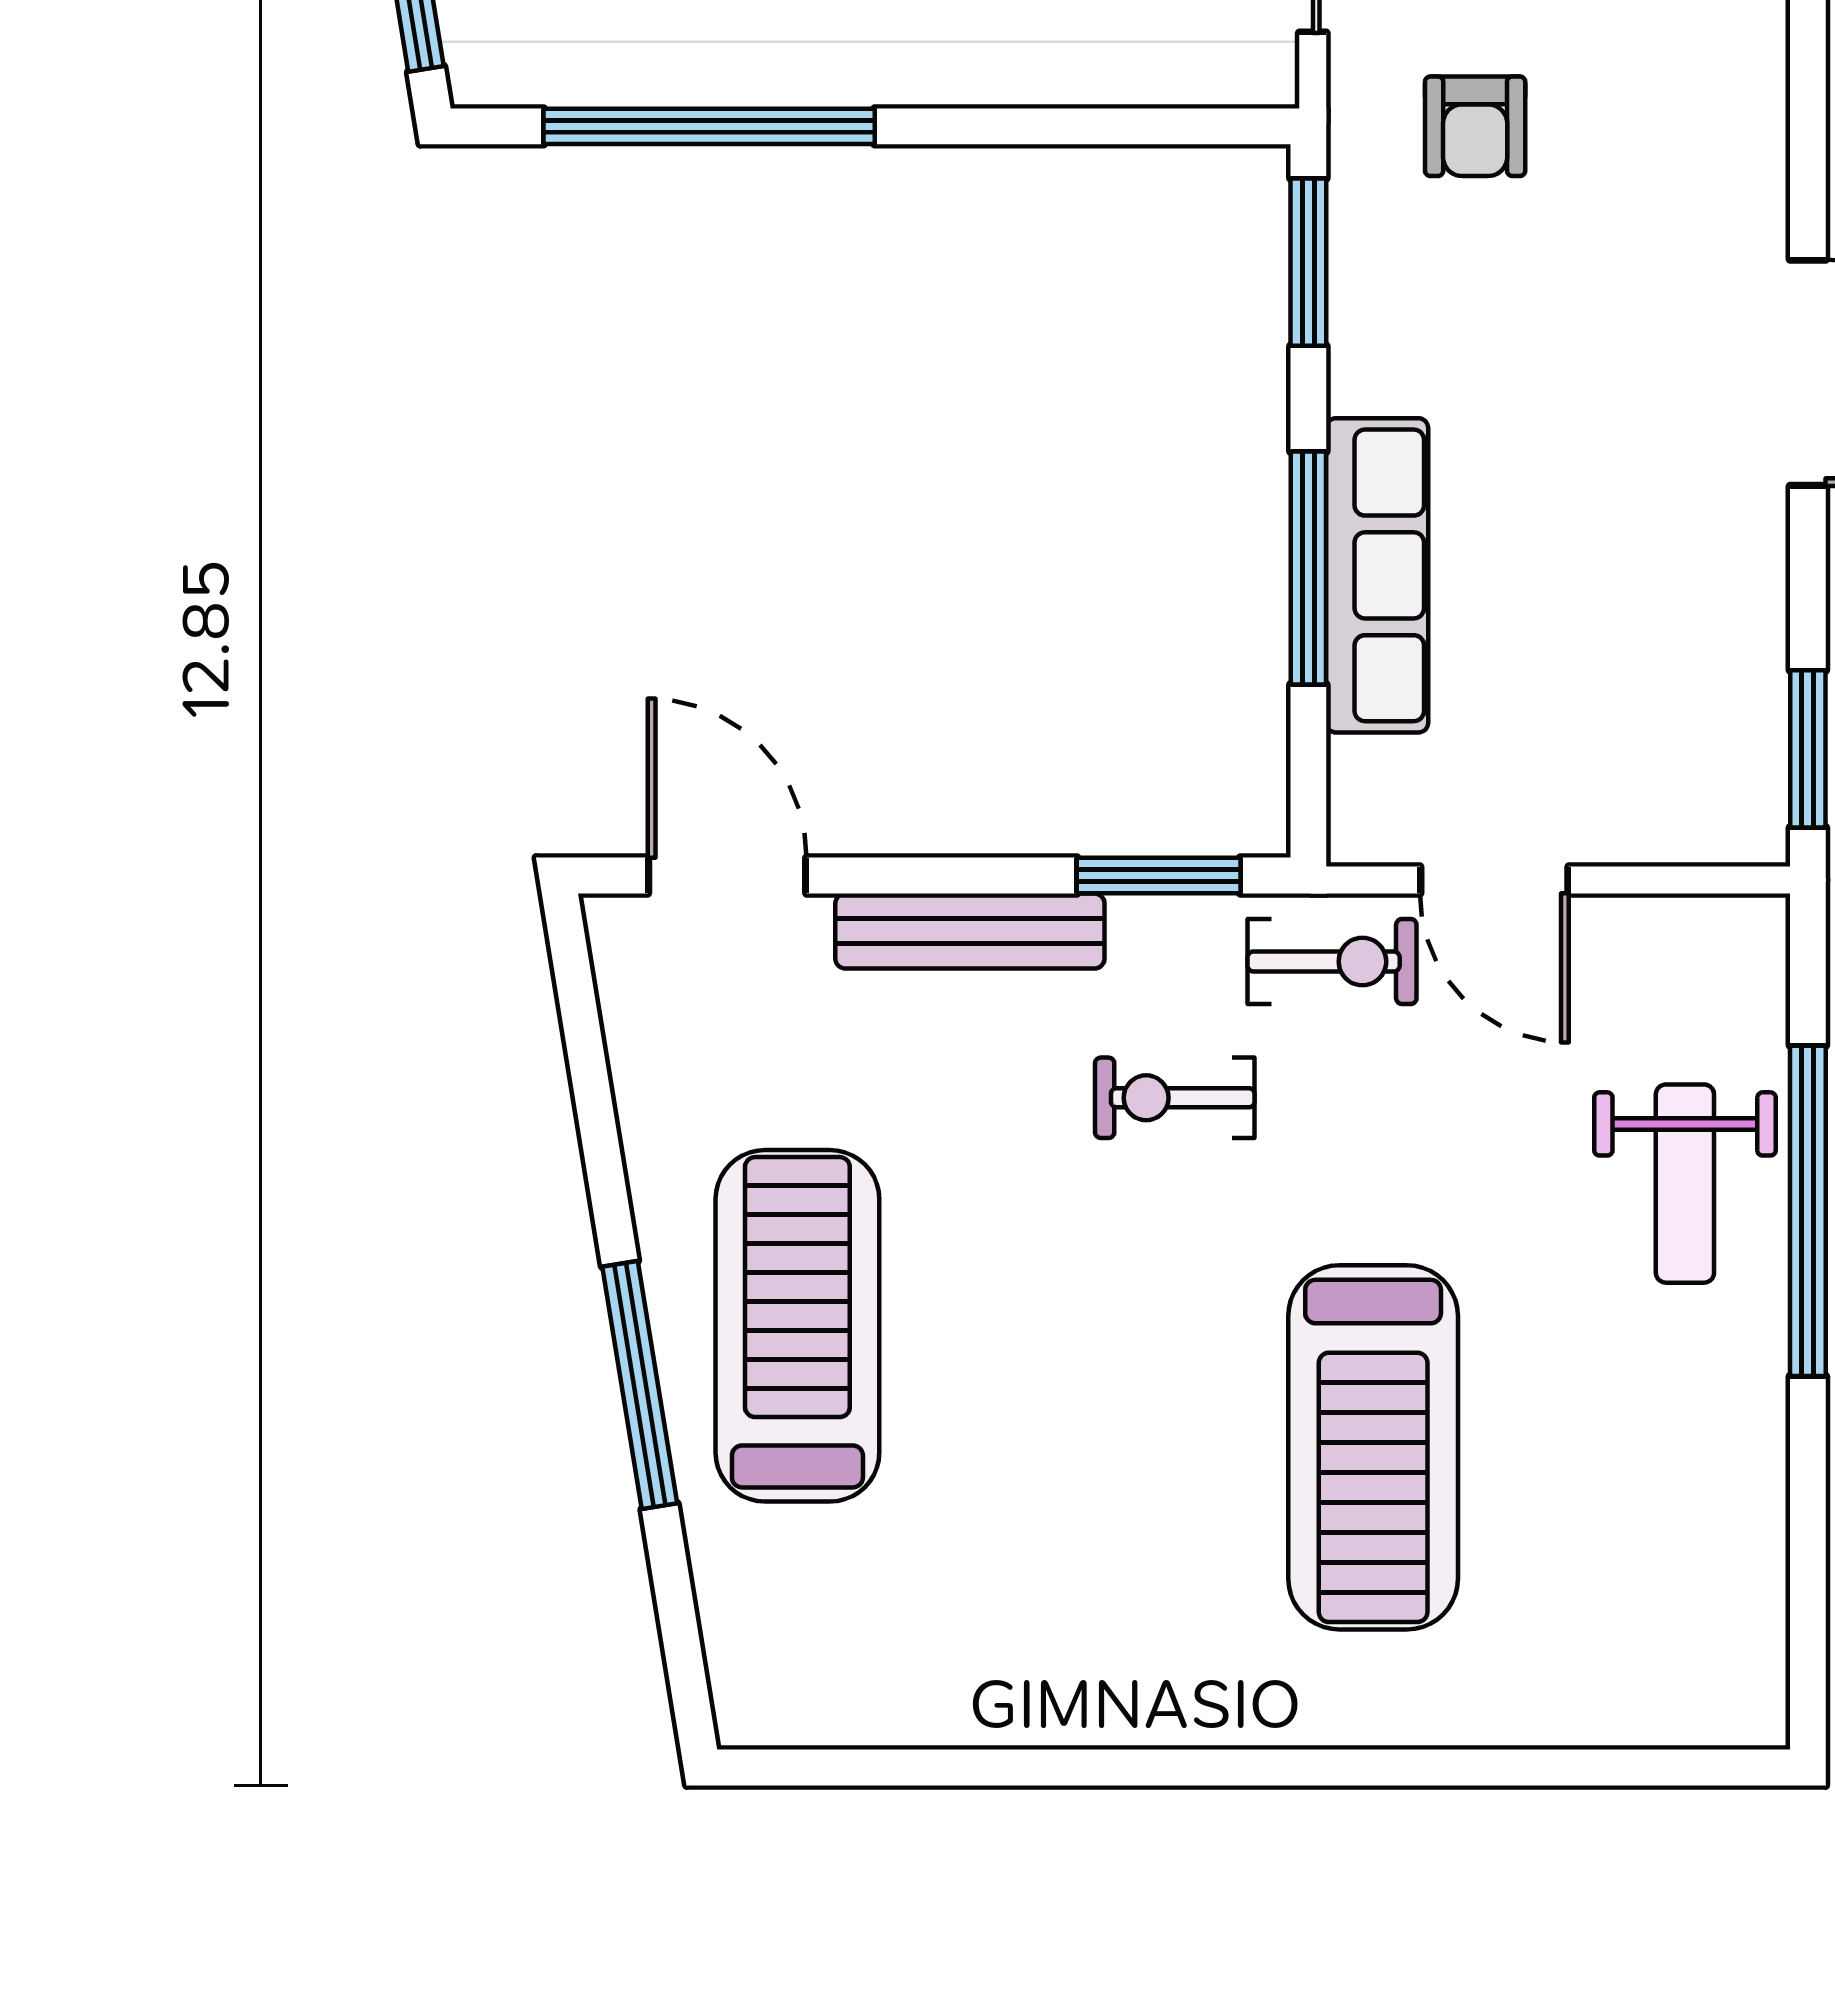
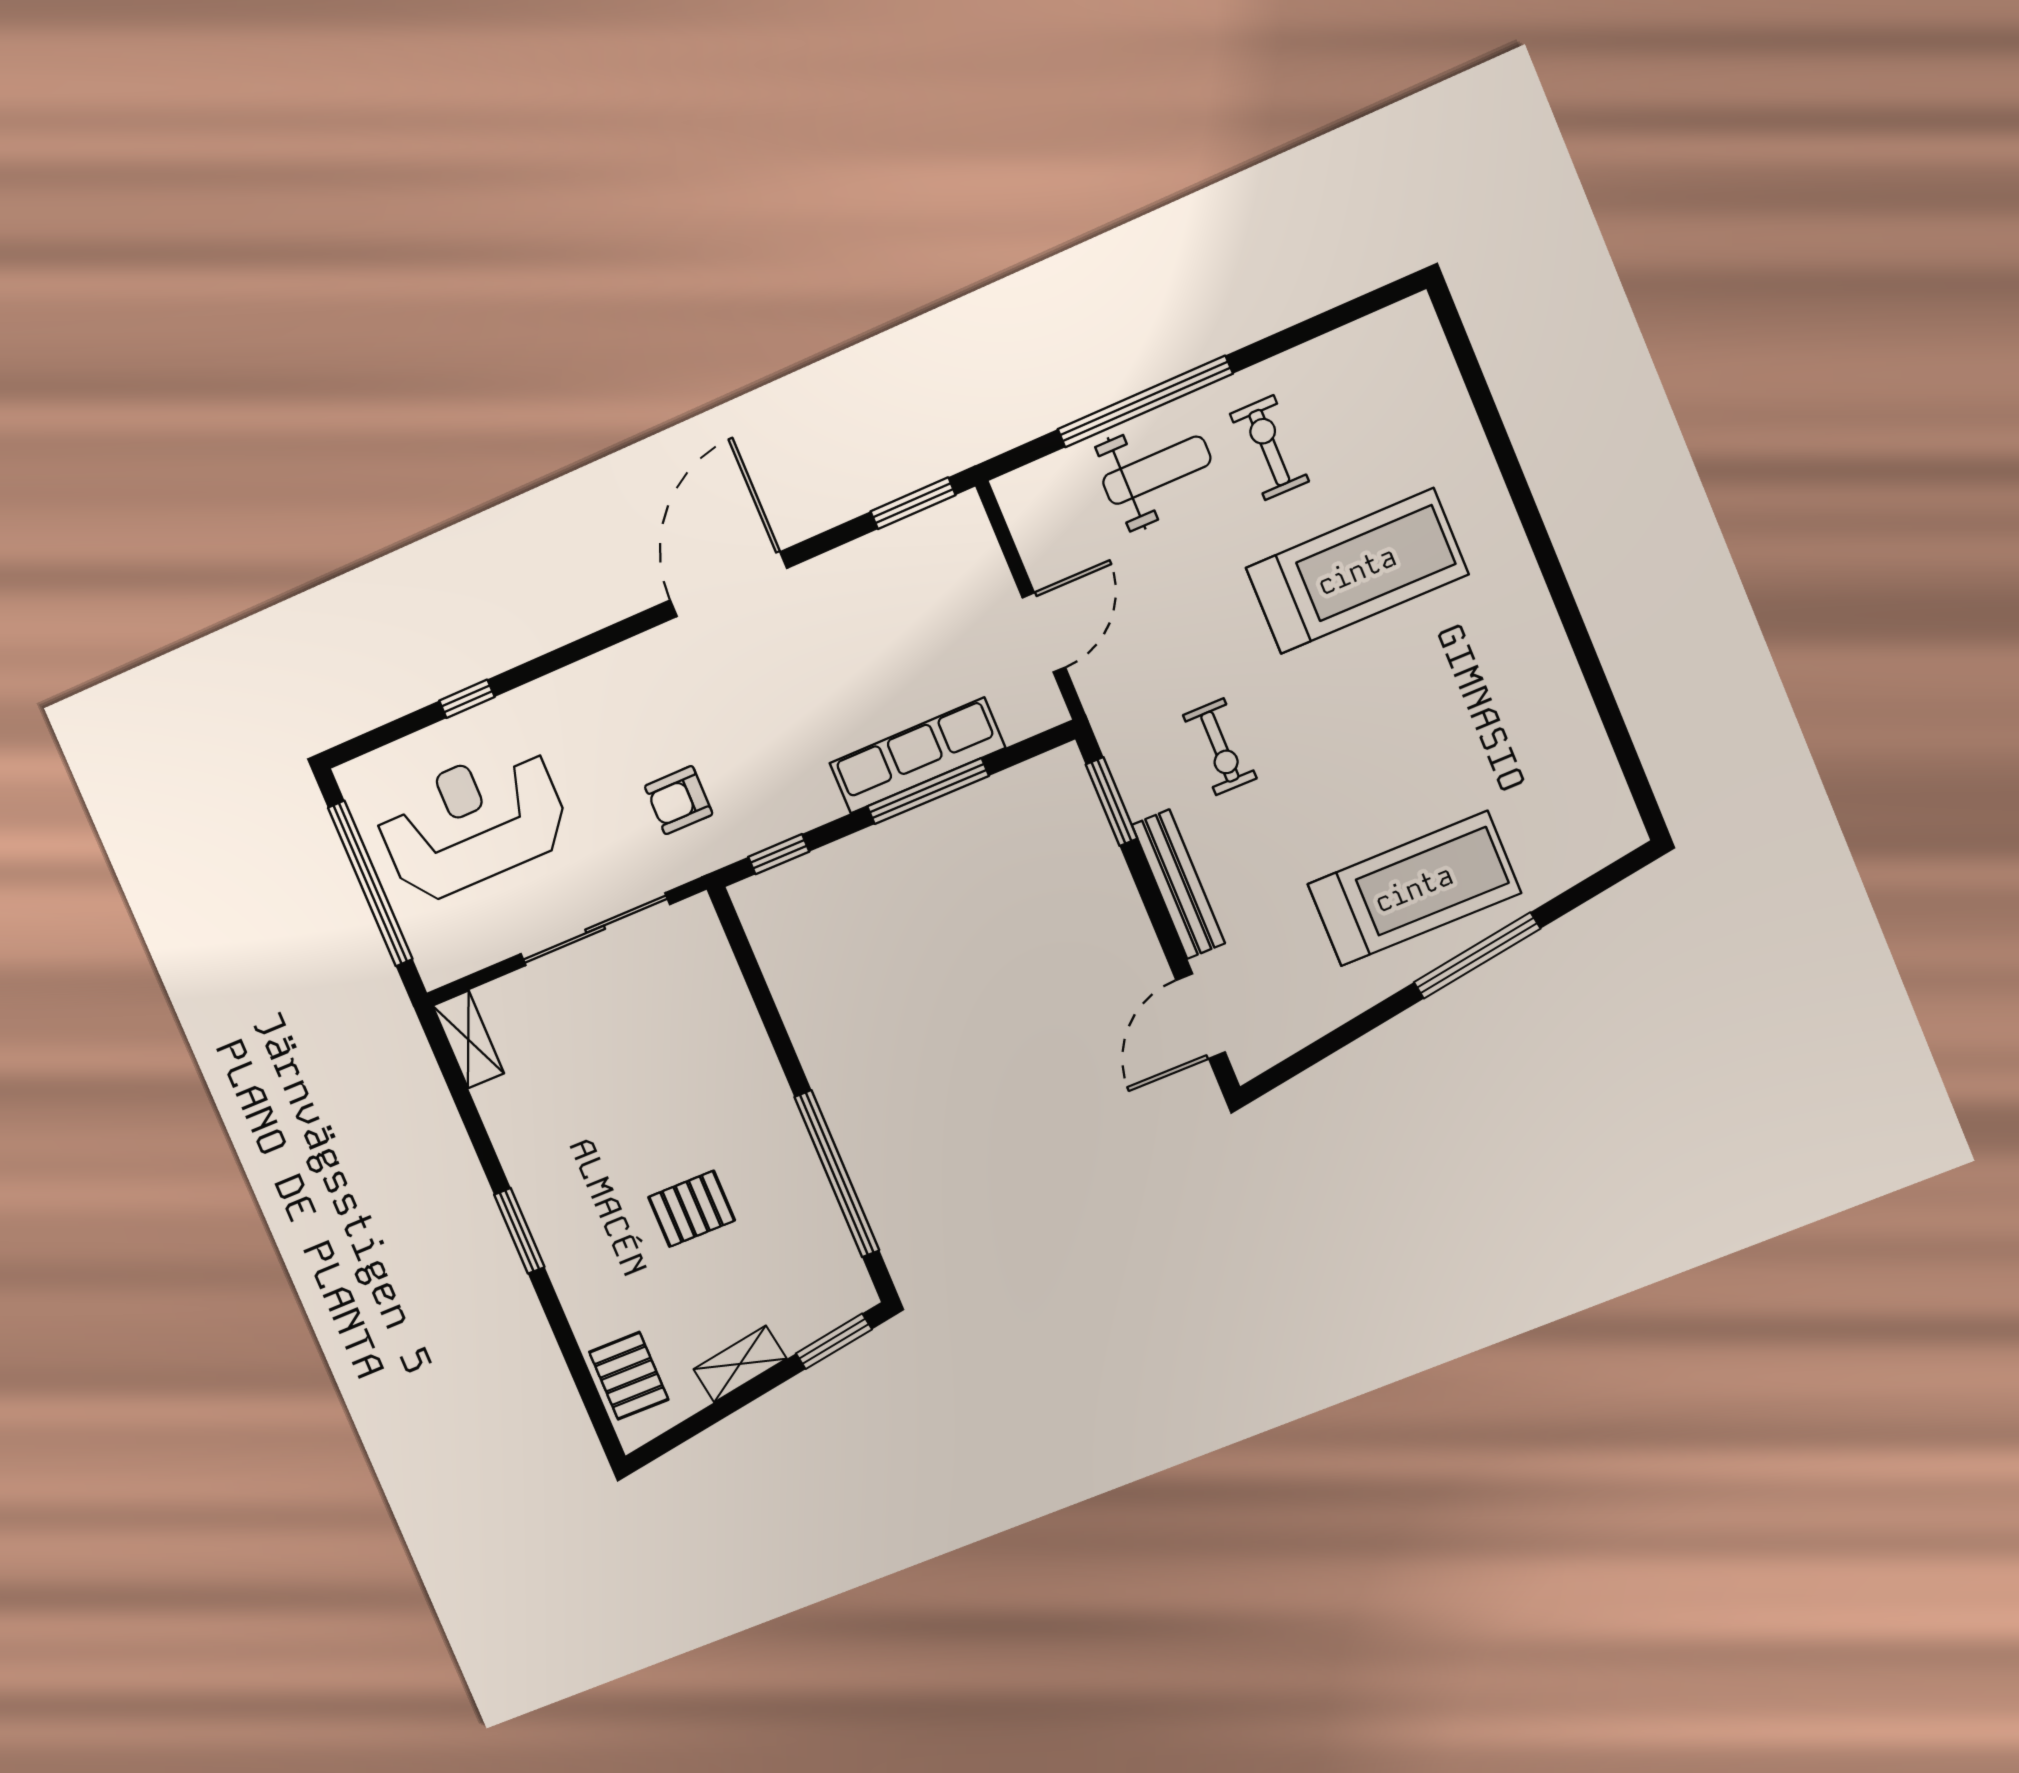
armchair: (1475, 126) -> (679, 800), turned 180
window: (1308, 262) -> (779, 854), width x0.67
exercise bike: (1332, 962) -> (1269, 448), moved
treadmill: (797, 1326) -> (1414, 889), turned 180

